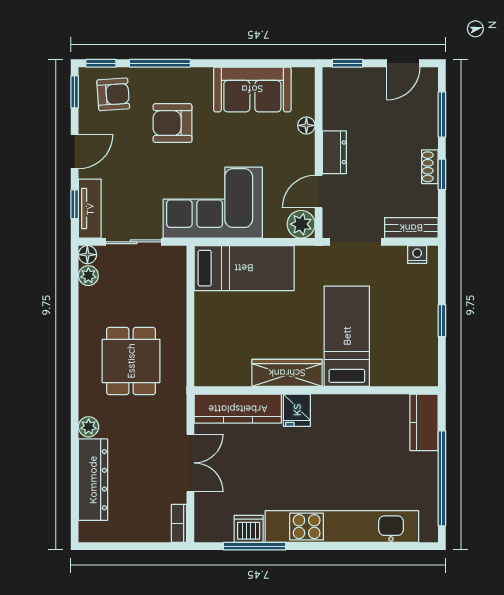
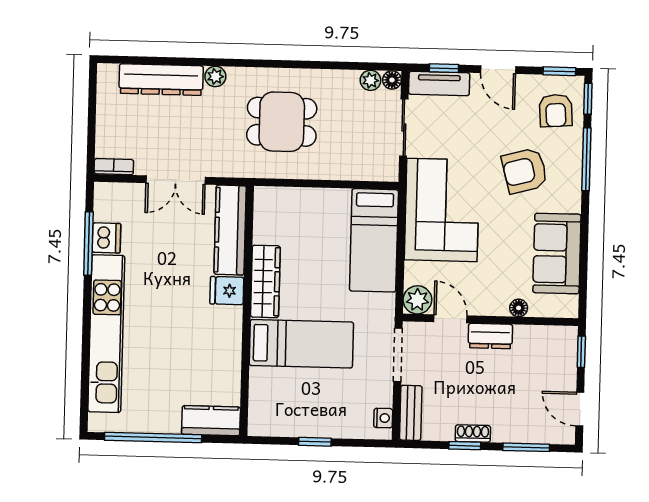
armchair: (173, 123) -> (525, 171), turned -105

